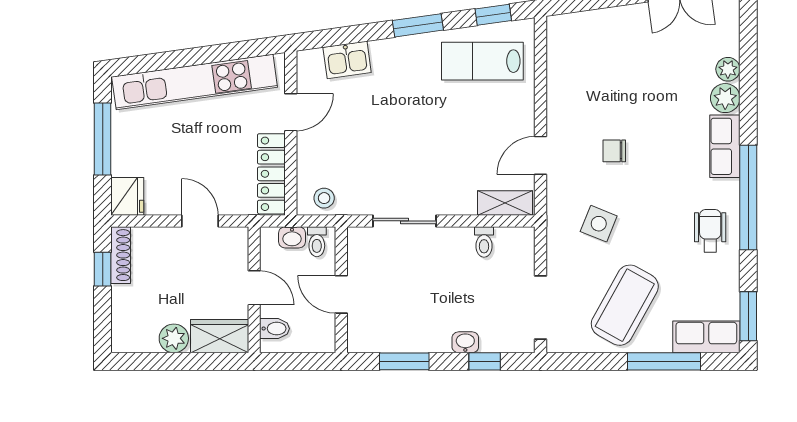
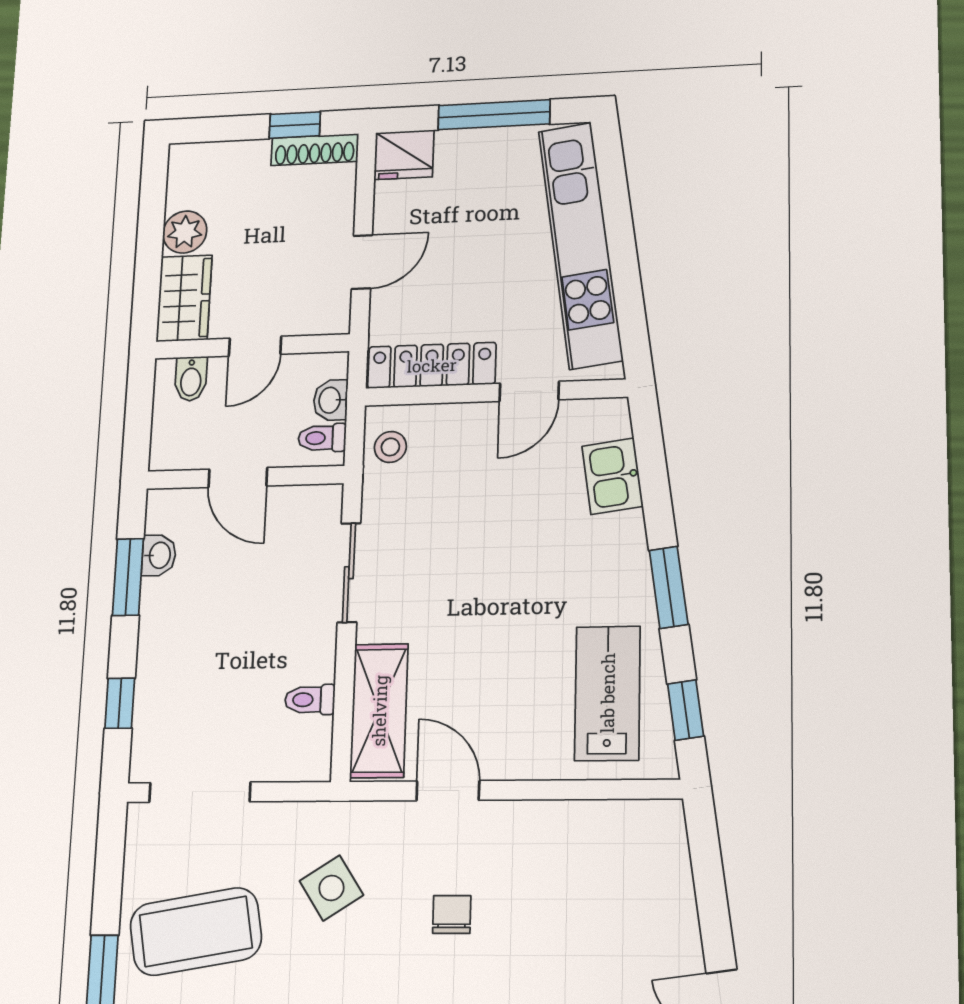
door: (291, 112) -> (529, 391), hinge flipped
shelving: (505, 203) -> (379, 711), width x1.50, depth x1.33
side table: (599, 224) -> (331, 888), turned 35
door: (341, 294) -> (238, 478), swing flipped
coffee table: (625, 305) -> (196, 931), turned -39
washbasin: (465, 342) -> (159, 555), moved

